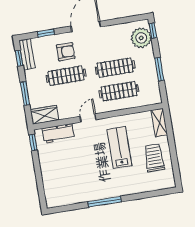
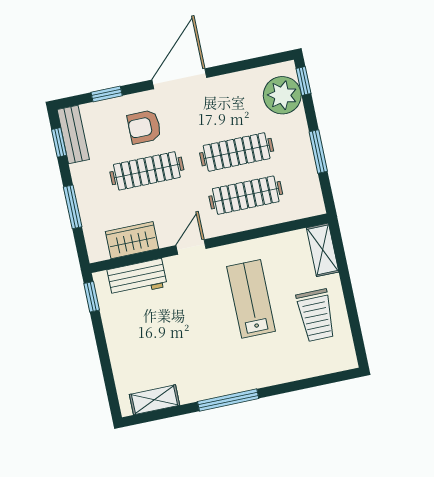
armchair: (66, 52) -> (144, 127), turned 180
wardrobe: (45, 115) -> (132, 240), moved
trolley: (154, 158) -> (316, 315), turned 180
shelving: (65, 200) -> (155, 400), added

